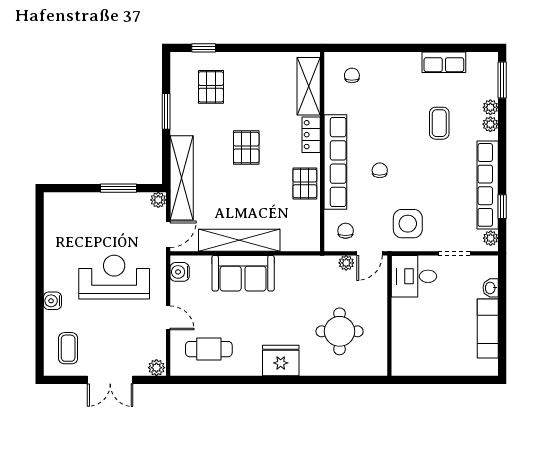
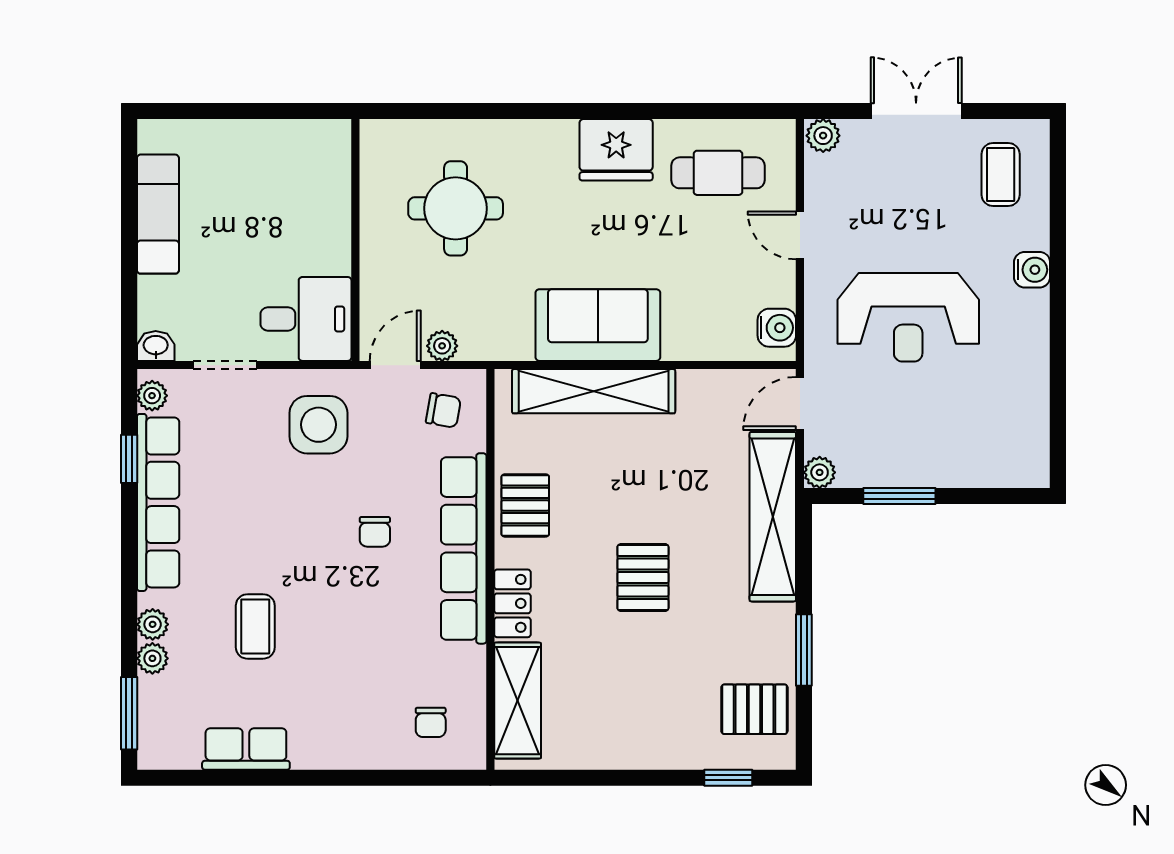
pallet: (211, 87) -> (754, 709), moved, turned 90
chair: (346, 231) -> (443, 410), turned -80
shelving: (239, 240) -> (594, 391), moved
sofa: (243, 273) -> (598, 325), moved
washbasin: (491, 288) -> (156, 346), moved, turned -90
fridge: (281, 361) -> (616, 150), moved

